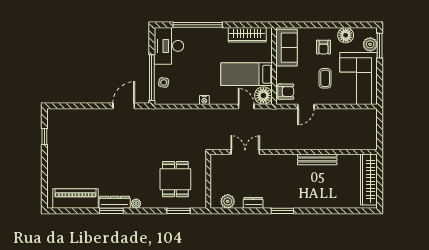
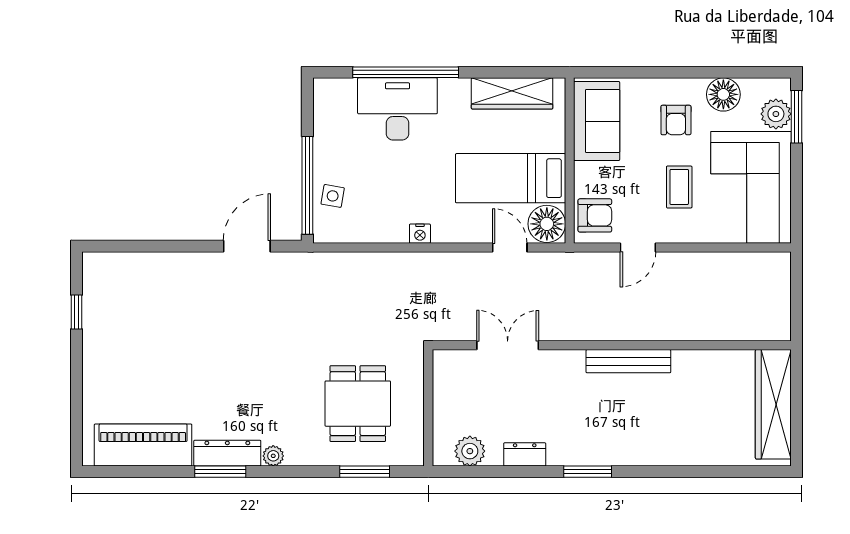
desk: (169, 46) -> (397, 109), moved, turned 90
bench: (317, 159) -> (628, 361), moved

